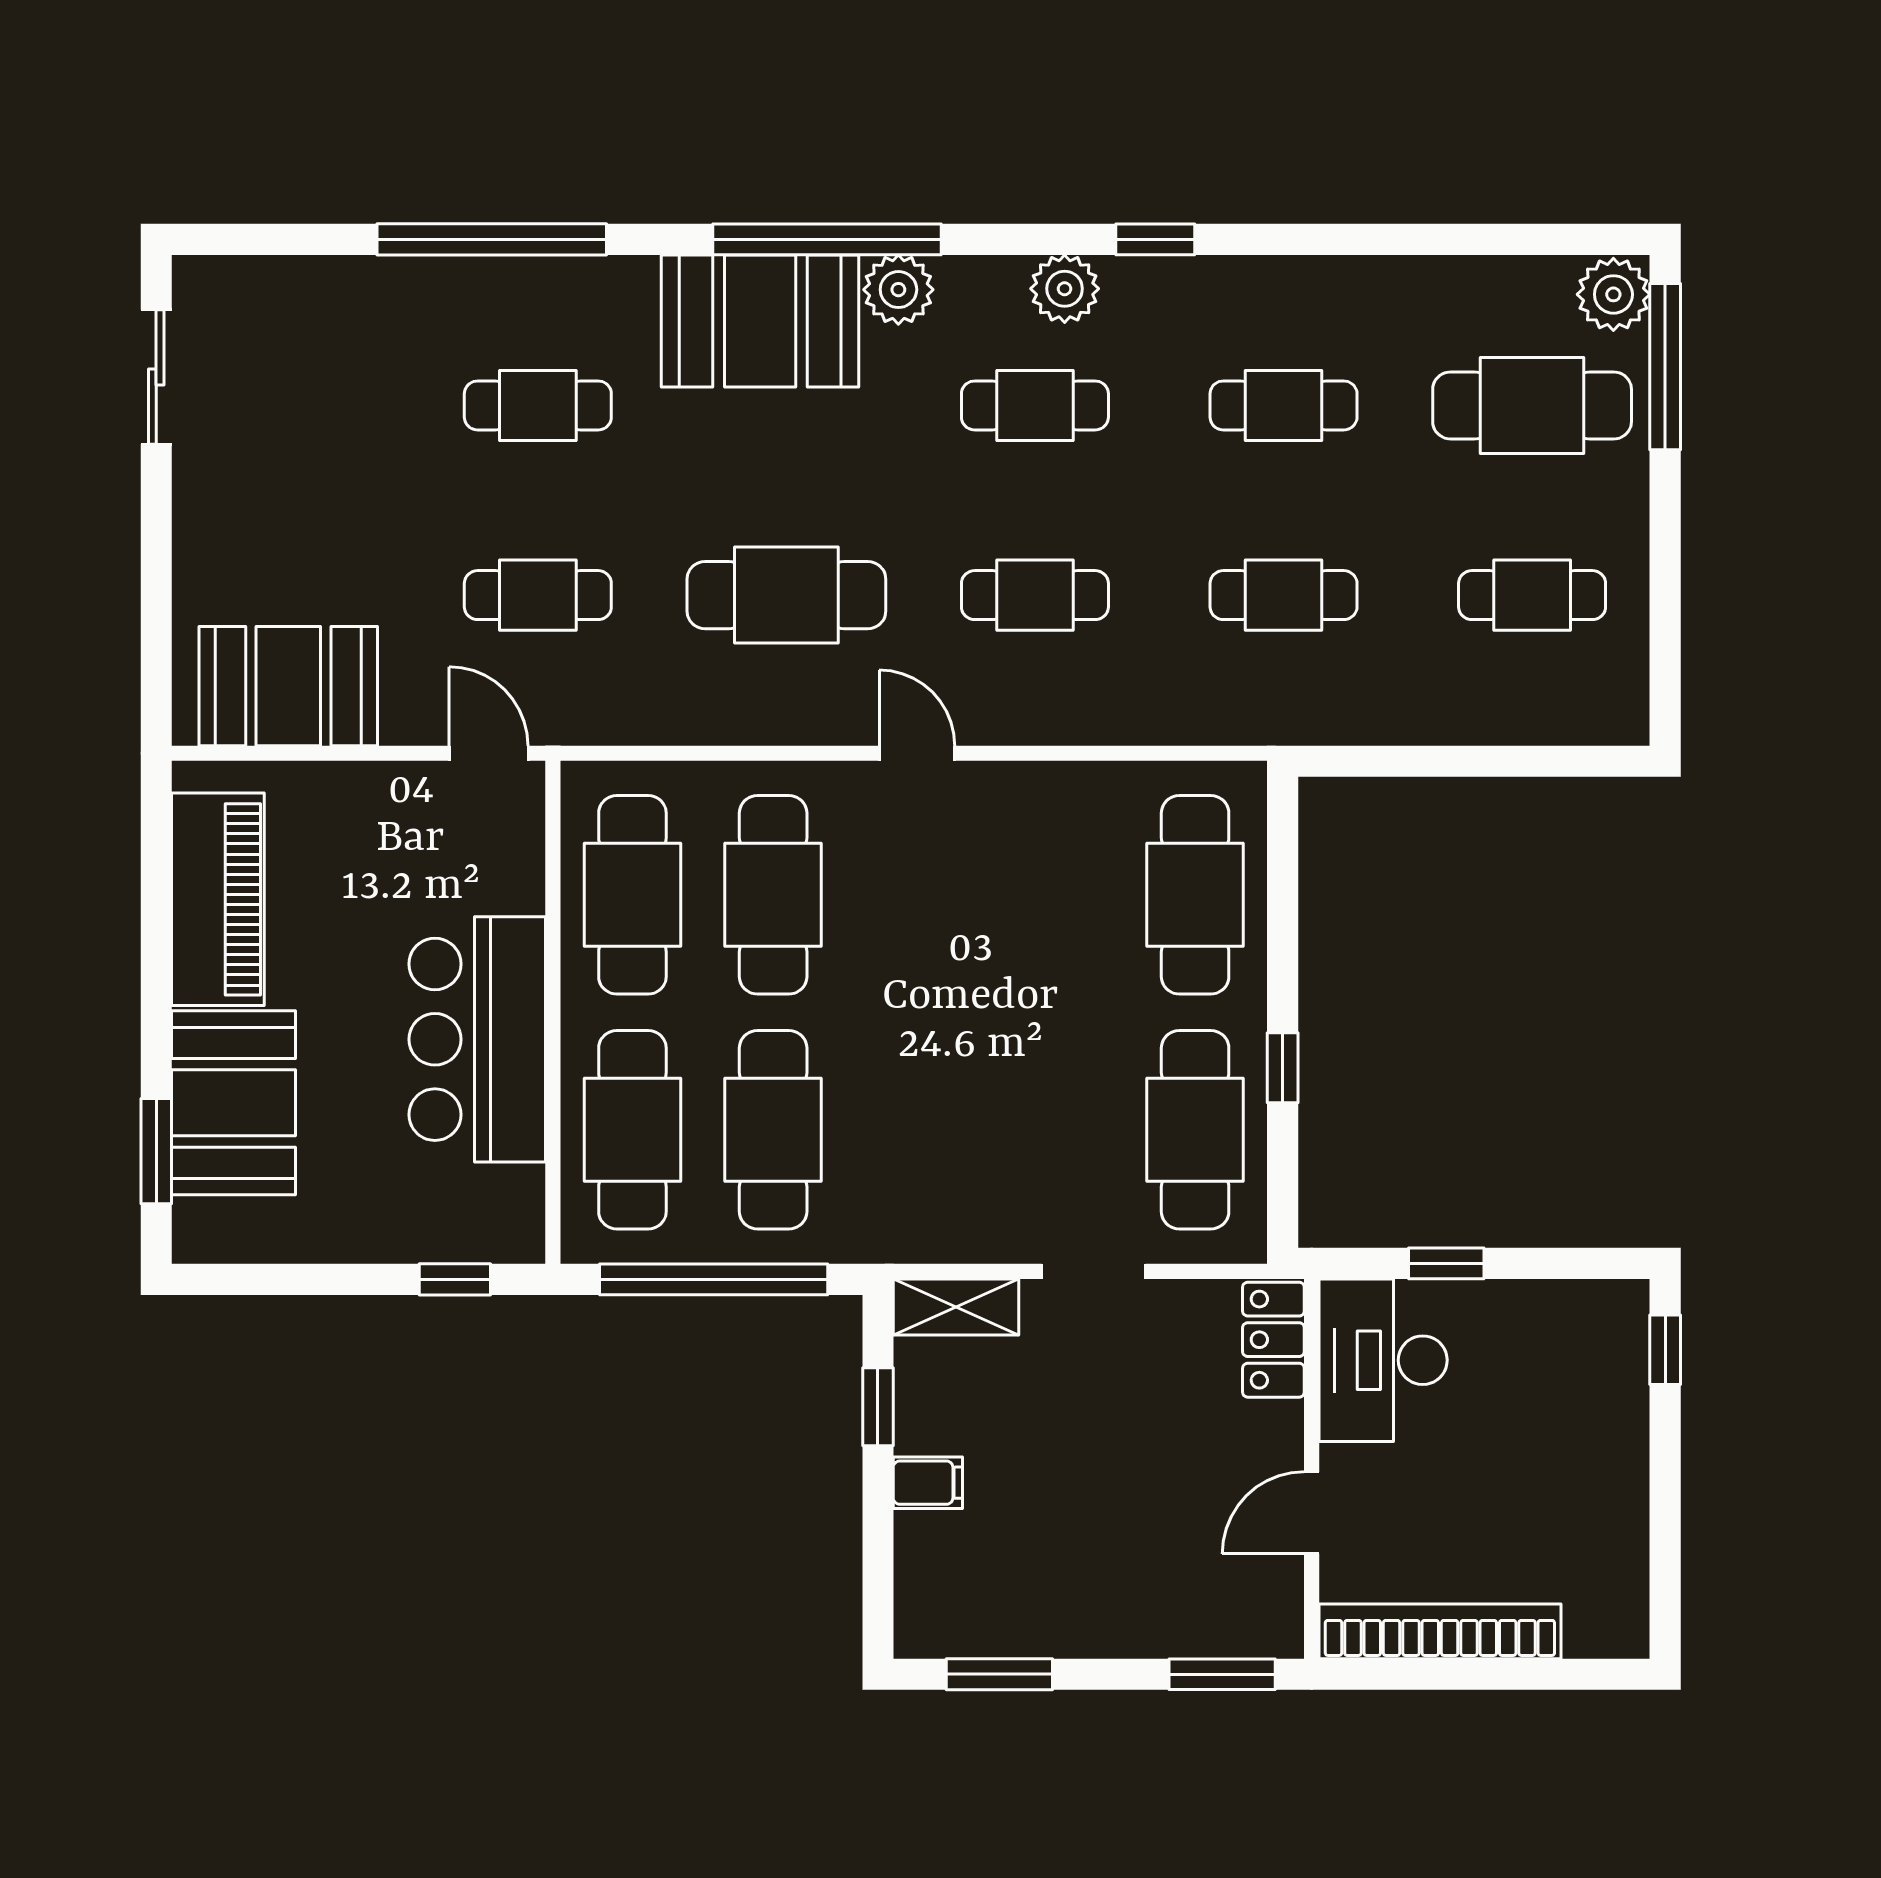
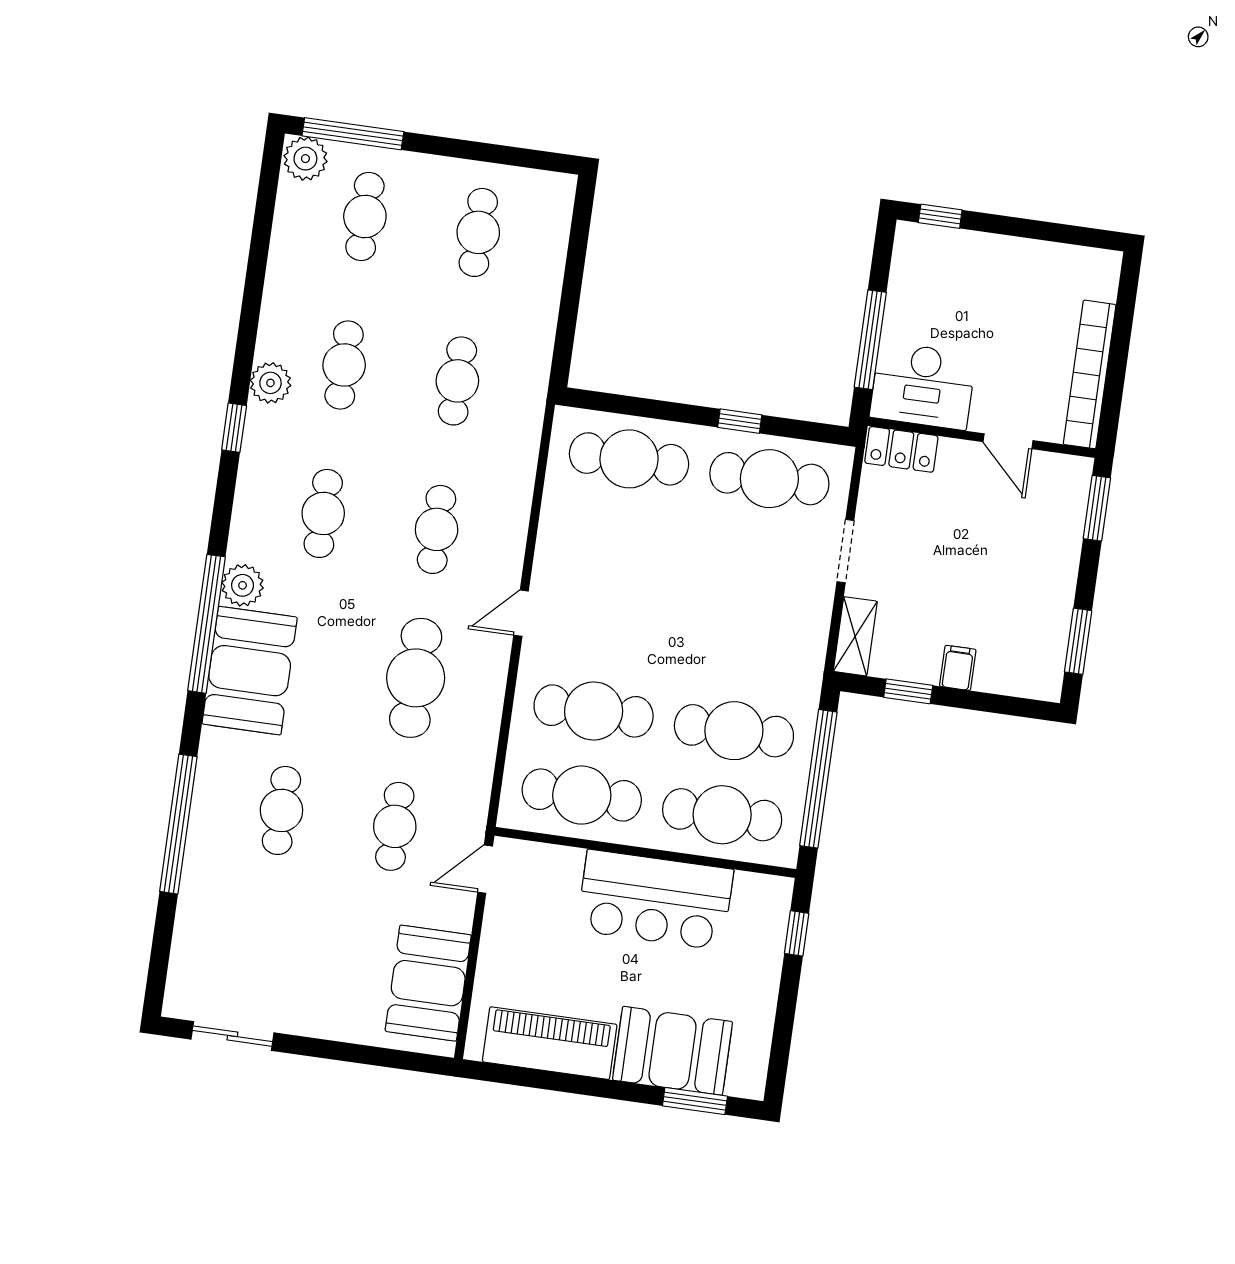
plant: (1065, 289) -> (270, 383), moved
cafe table: (1532, 405) -> (365, 216), width x0.73, depth x0.74
window: (1446, 1263) -> (870, 340), width x2.17

